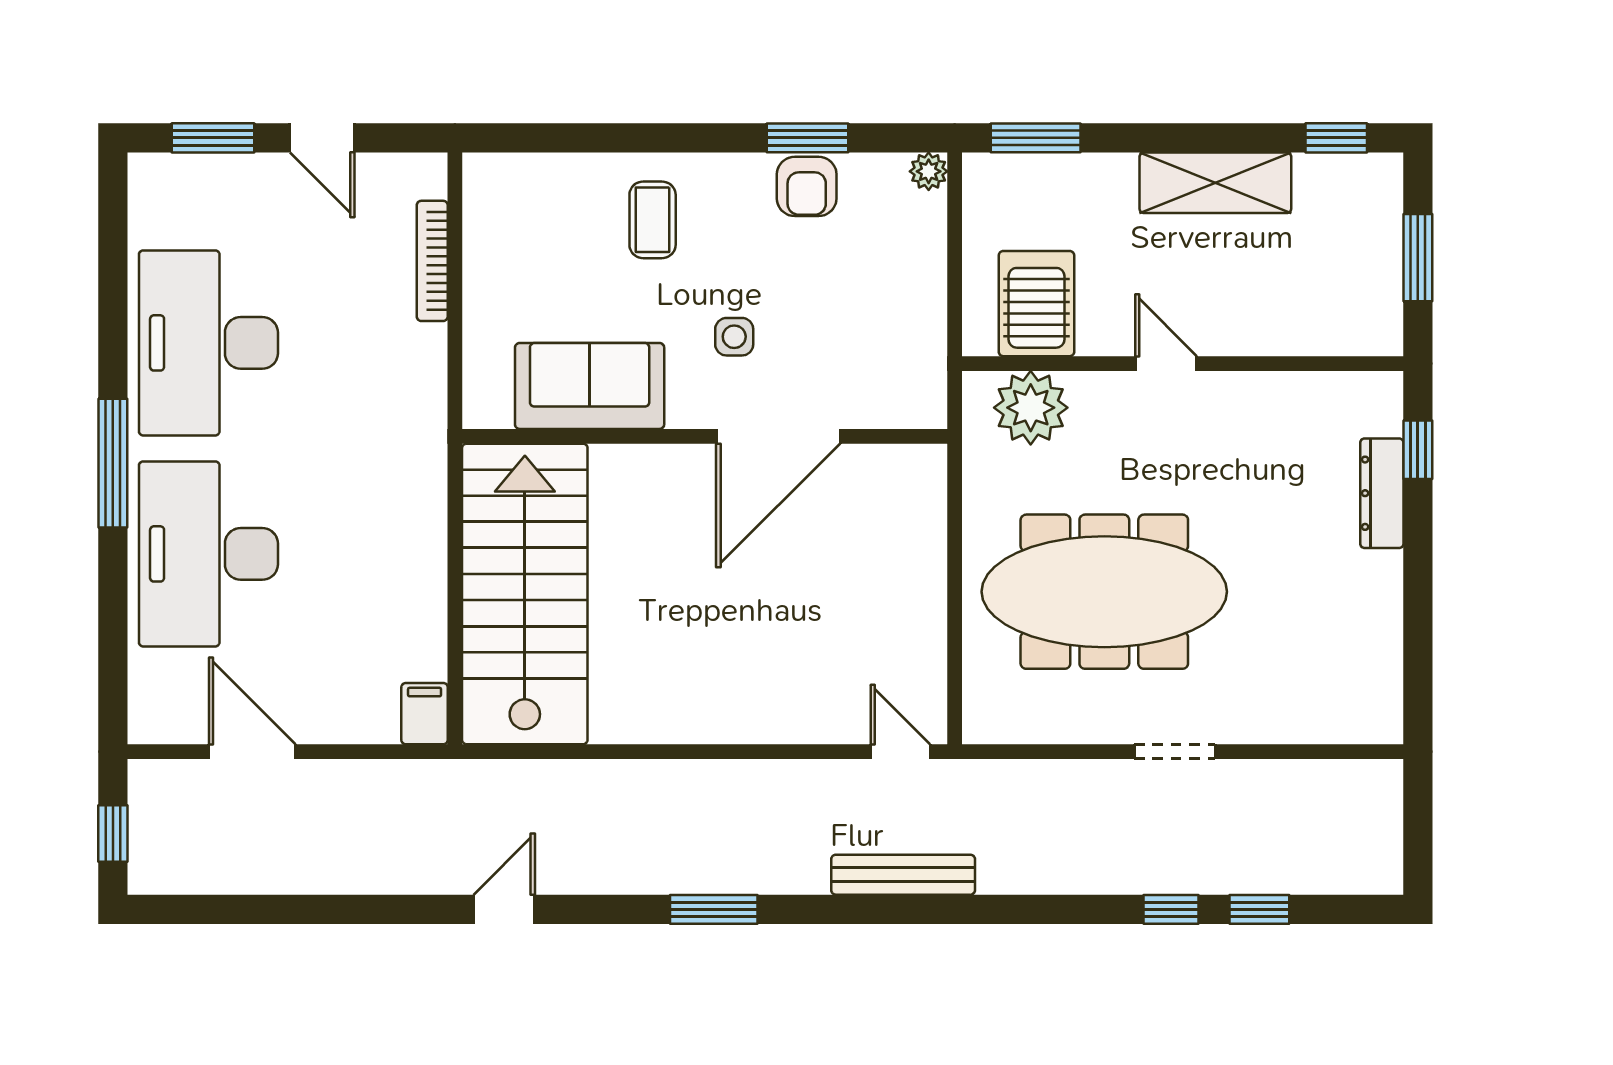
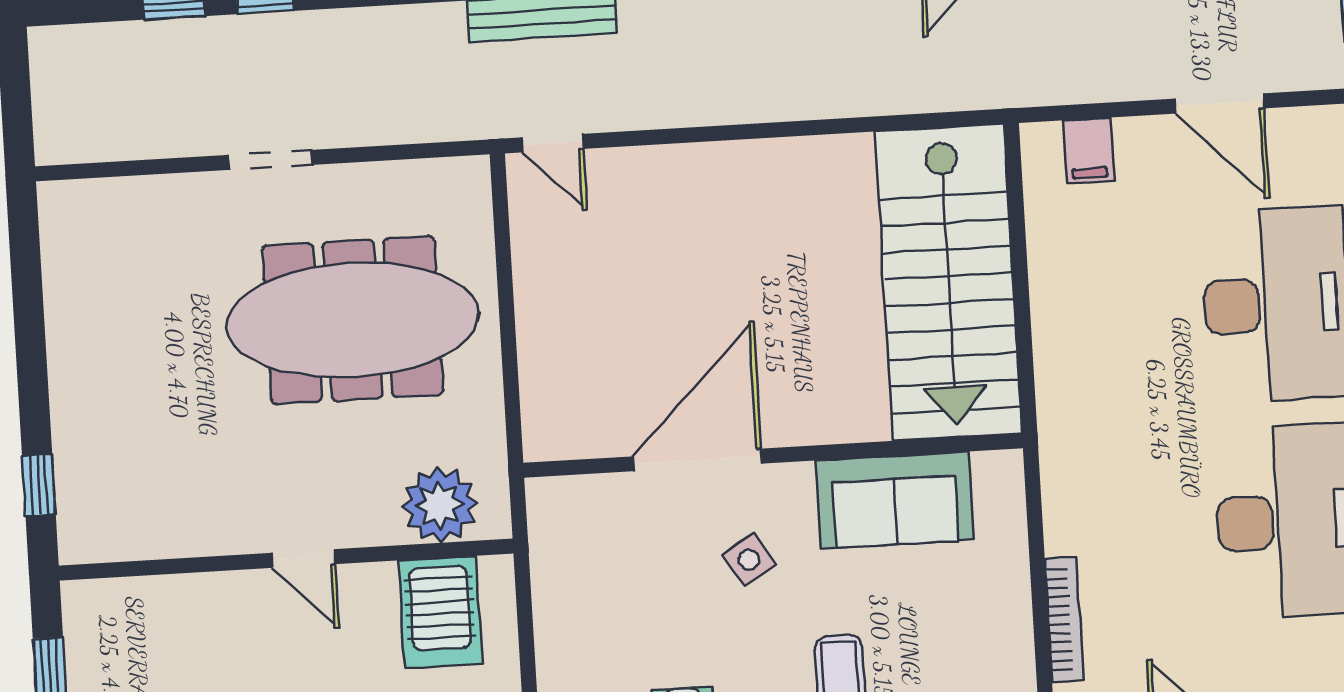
side table: (734, 337) -> (749, 560), turned -32
dresser: (1382, 493) -> (73, 438), removed
filing cabinet: (425, 714) -> (1089, 151), moved

